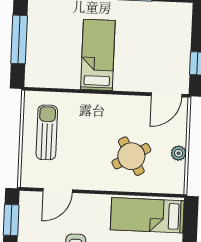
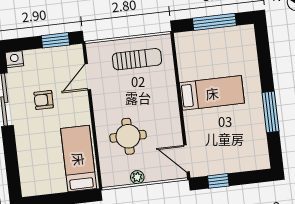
round table: (131, 156) -> (128, 136), turned 30
door: (58, 191) -> (88, 77), hinge flipped

